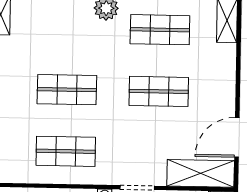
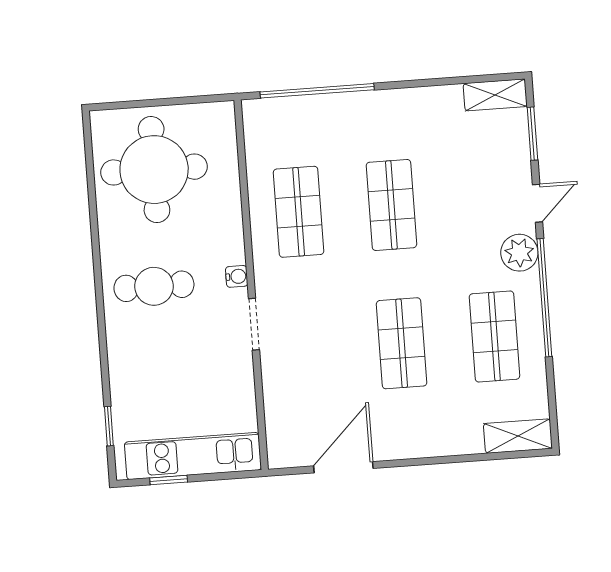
door: (237, 137) -> (343, 467), hinge flipped
shelving: (201, 173) -> (284, 418), removed

